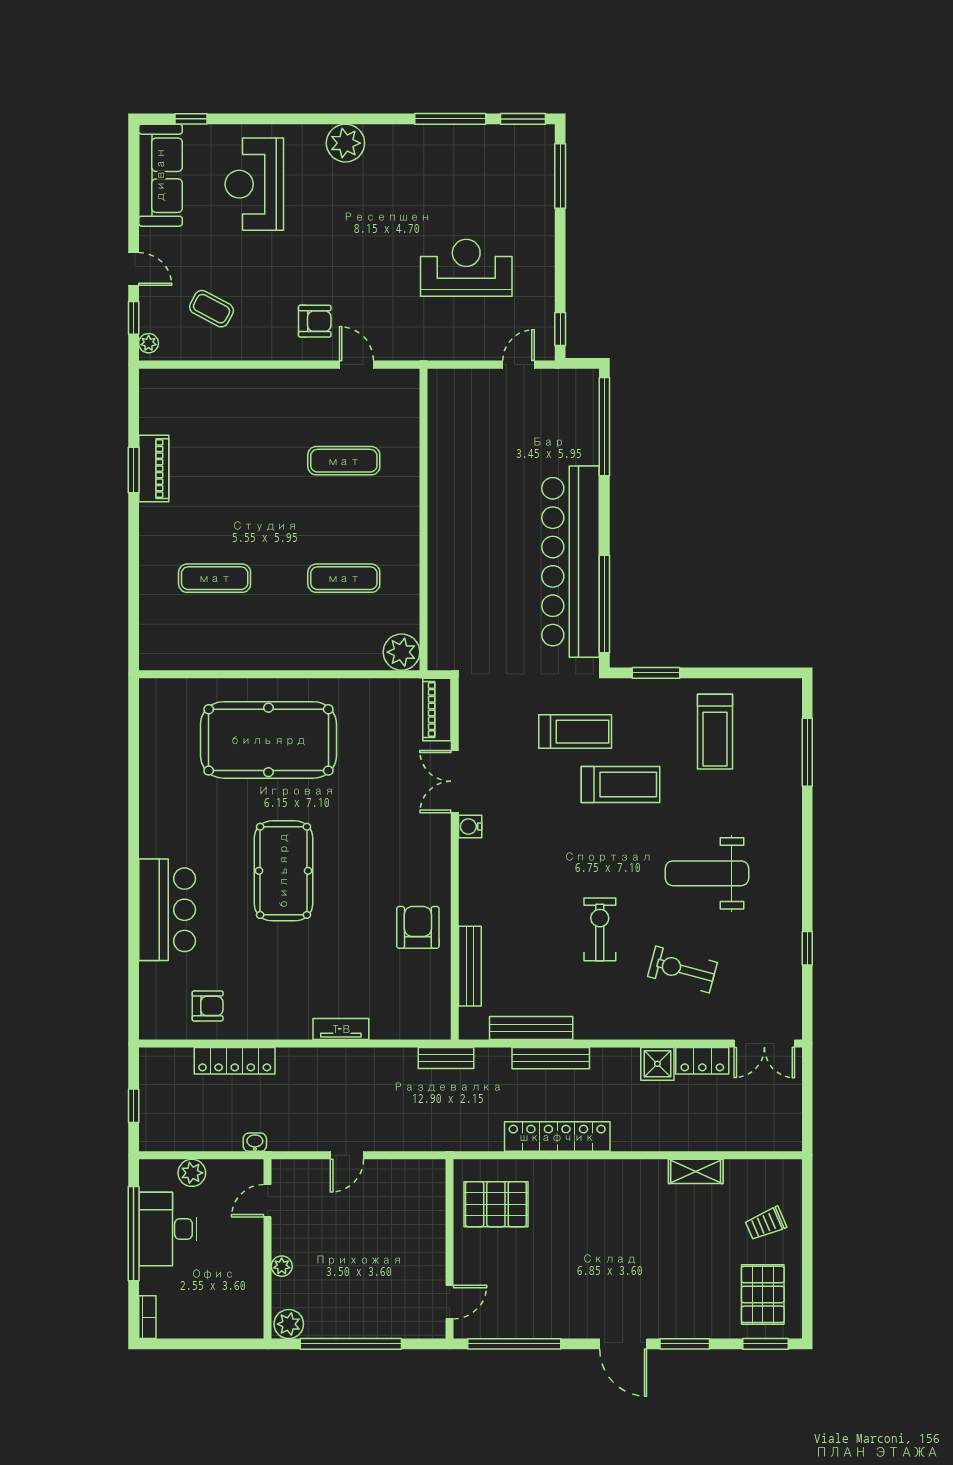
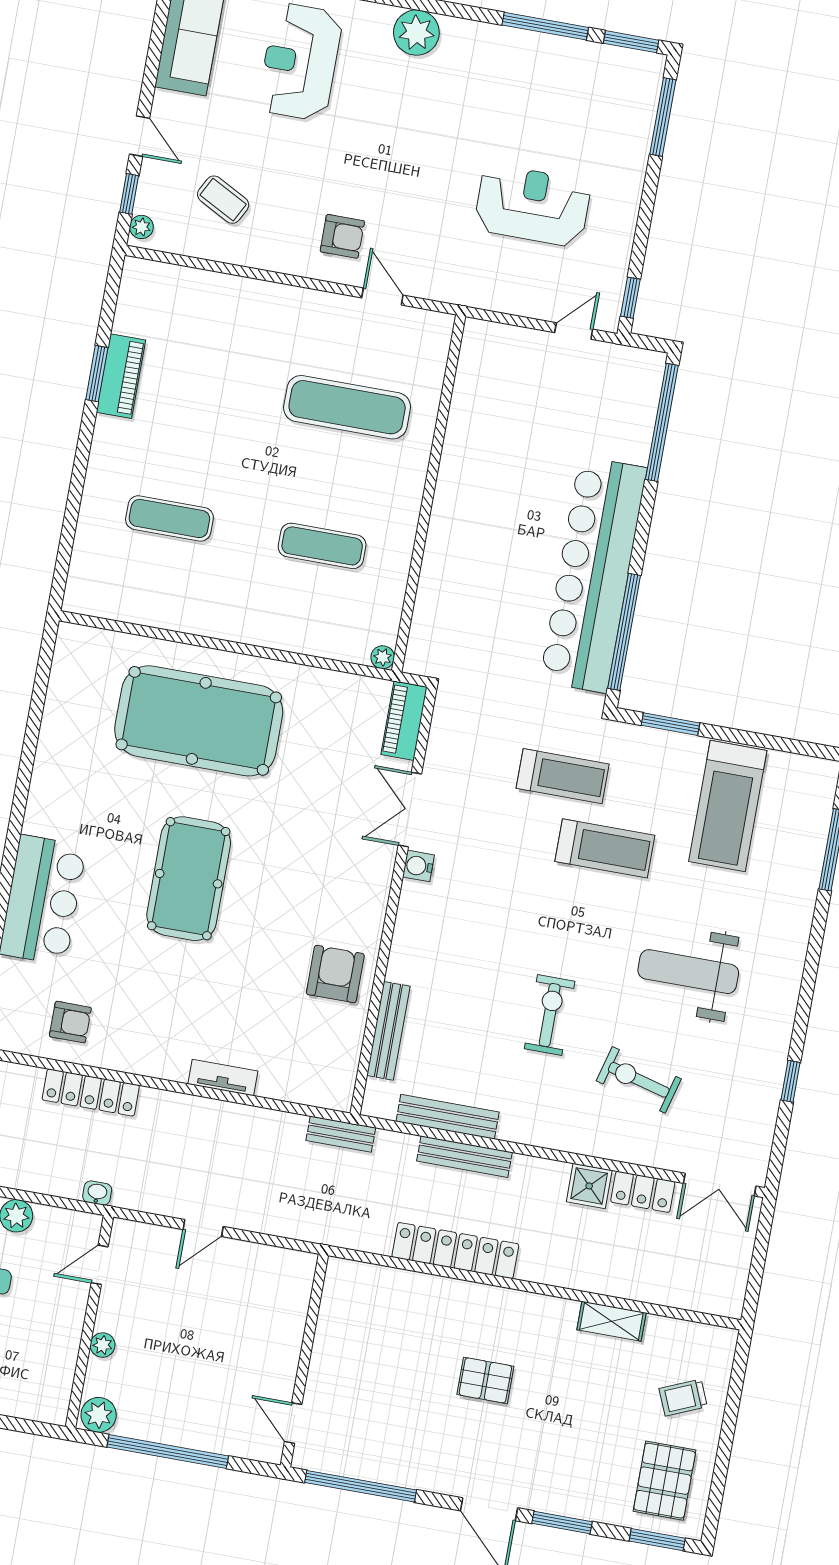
exercise mat: (344, 461) -> (347, 407), width x1.36, depth x1.45
plant: (401, 652) -> (383, 657), width x0.53, depth x0.53
treadmill: (715, 732) -> (728, 806), width x1.37, depth x1.38
pallet: (496, 1204) -> (485, 1380), moved, width x0.67, depth x0.71
door: (450, 1302) -> (293, 1423), swing flipped

